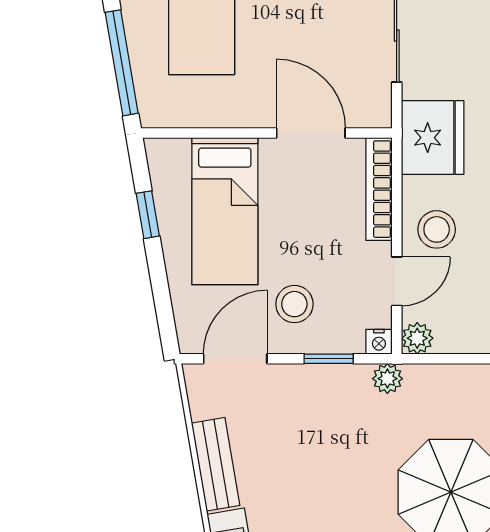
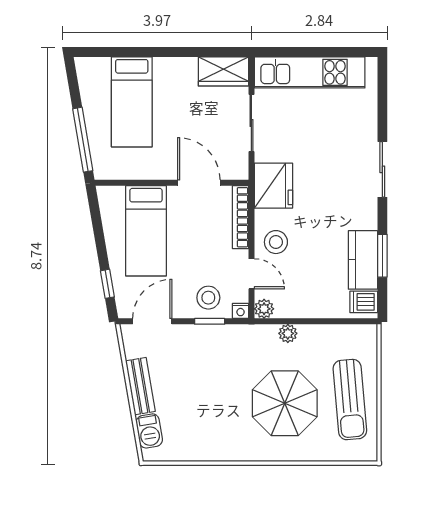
window: (148, 215) -> (107, 284), moved
door: (397, 281) -> (251, 274), hinge flipped
stool: (294, 304) -> (208, 298), moved
plant: (387, 379) -> (288, 333), moved

